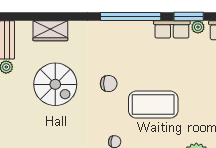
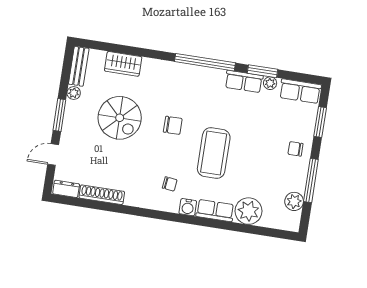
coffee table: (153, 105) -> (214, 153), turned 90

